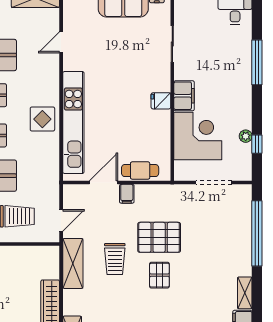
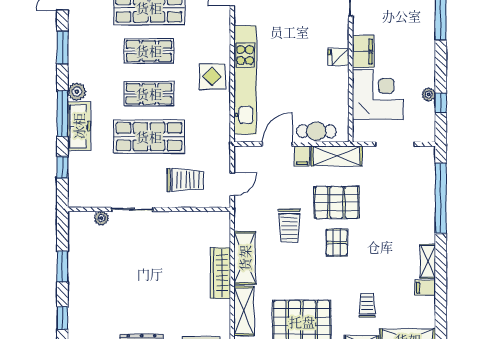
shelving: (159, 194) -> (336, 156), added
shelving: (73, 263) -> (245, 258), moved

